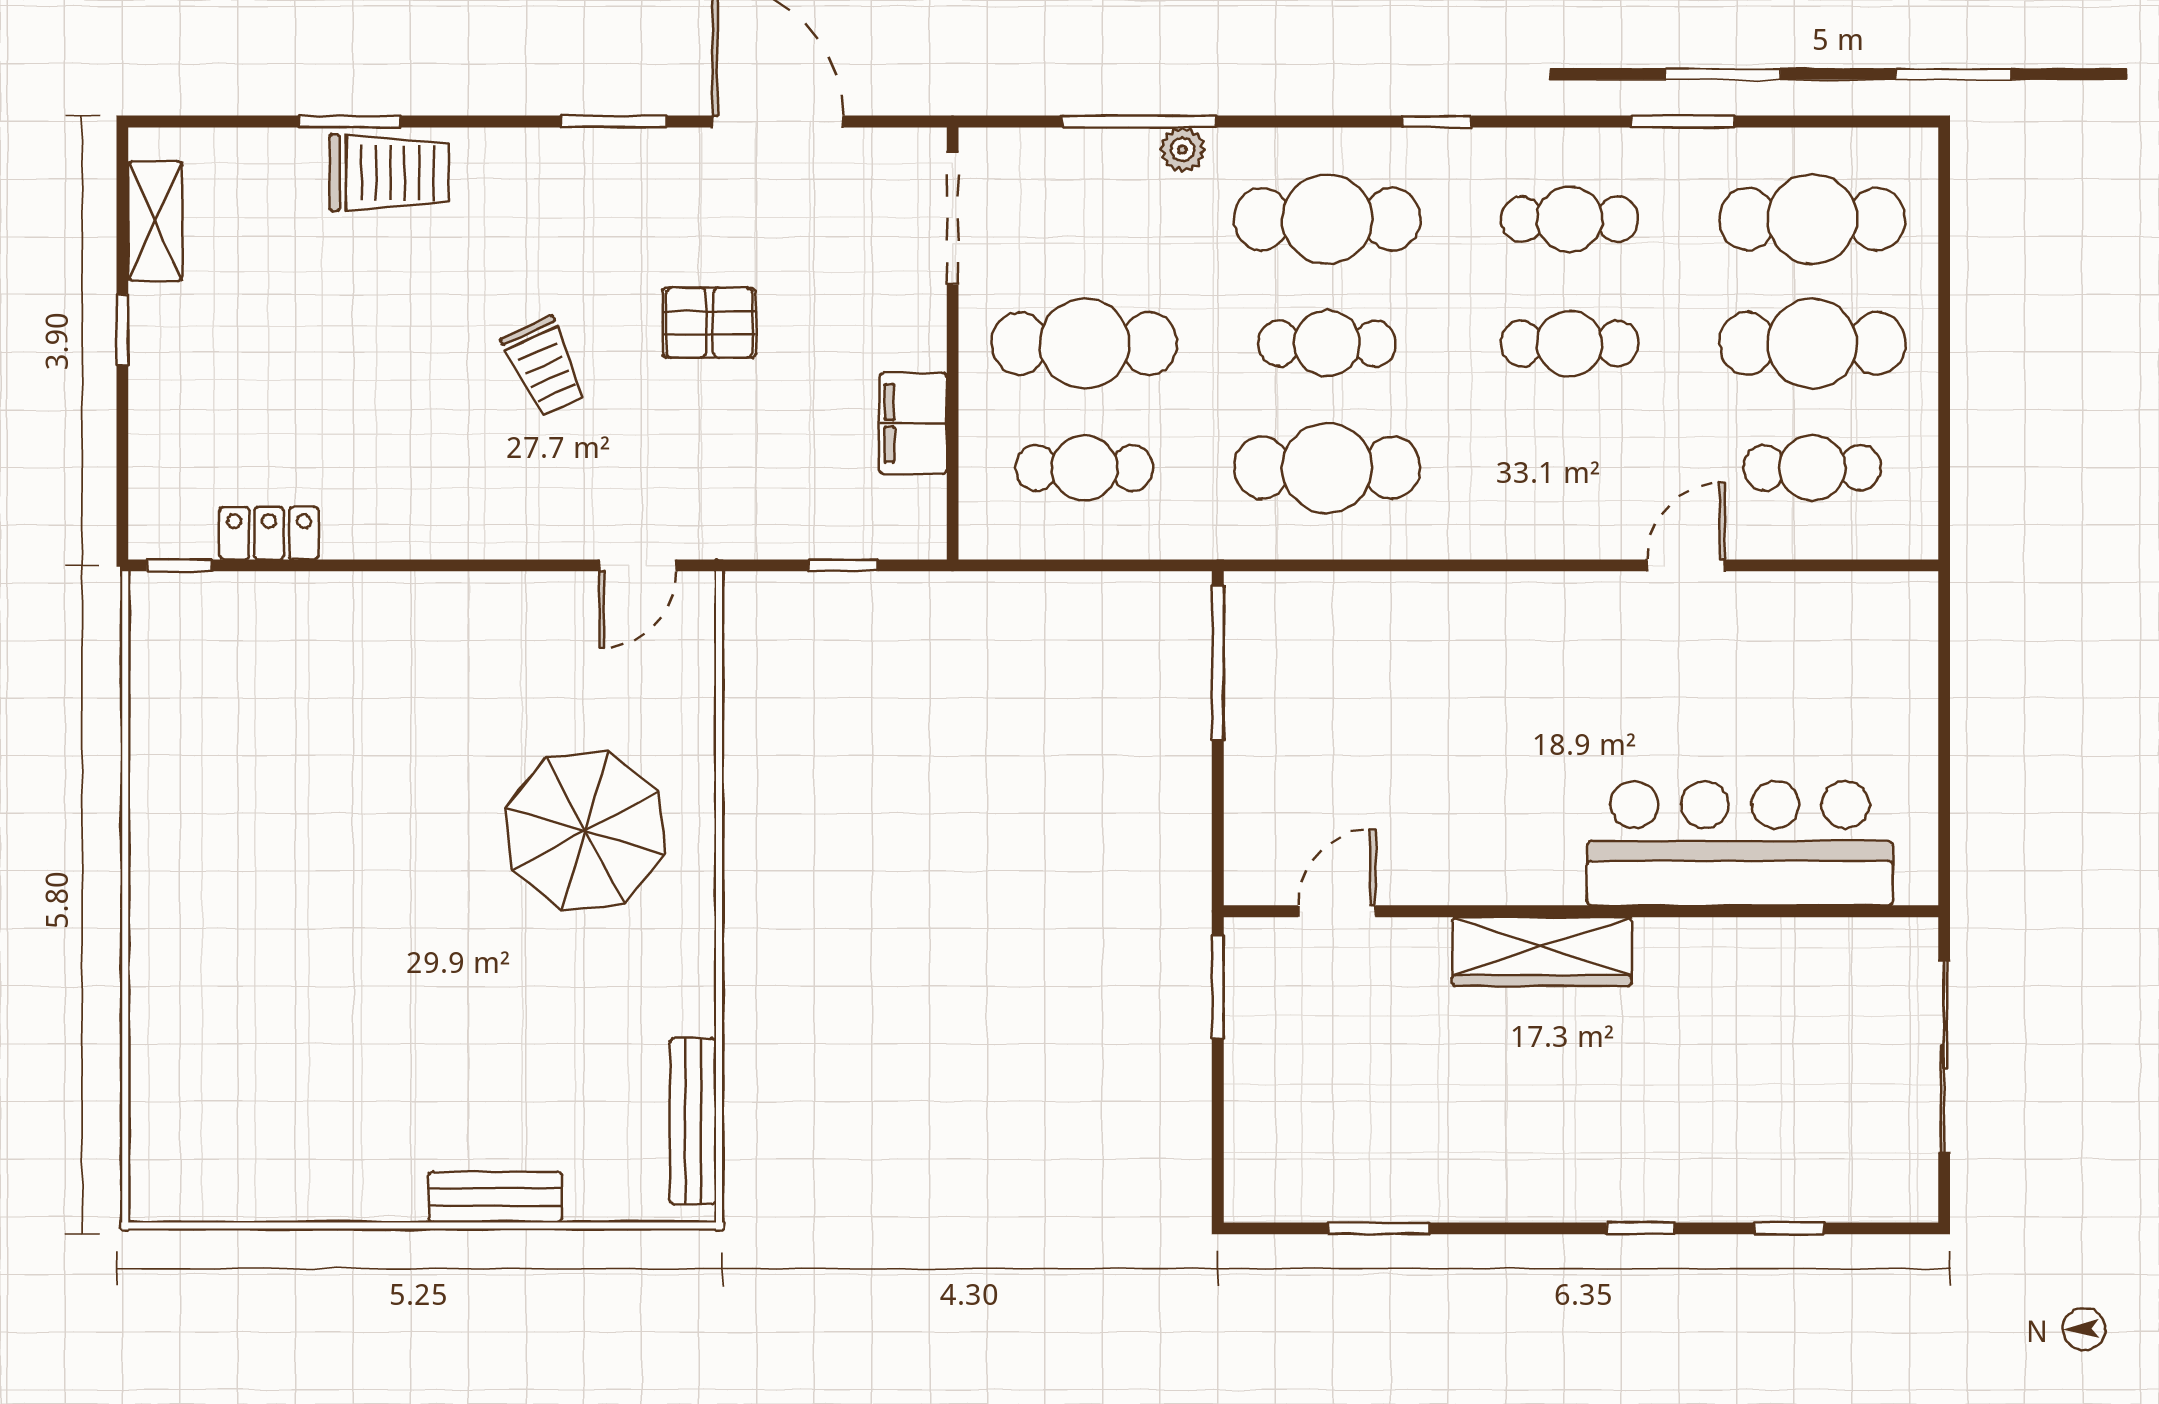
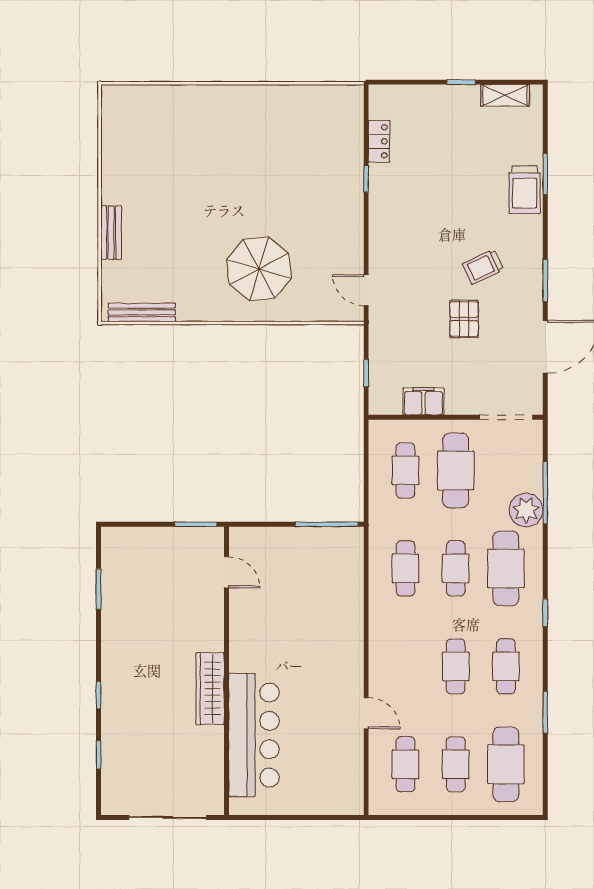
plant: (1183, 150) -> (526, 510), width x1.88, depth x1.88
cafe table: (1812, 343) -> (456, 764), width x0.73, depth x0.74
trolley: (544, 367) -> (483, 267), moved
cafe table: (1327, 468) -> (405, 568), width x0.73, depth x0.74
window: (179, 565) -> (366, 179), moved
wardrobe: (1542, 952) -> (210, 689), moved

